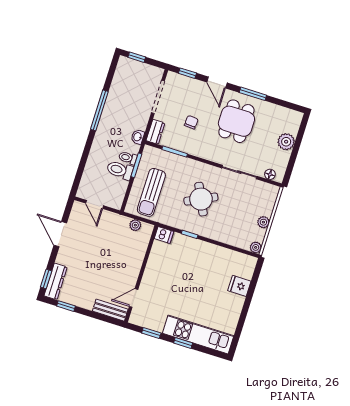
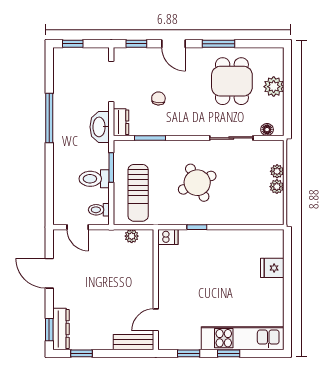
dining table: (236, 121) -> (232, 81), moved
washbasin: (138, 137) -> (100, 127), width x1.91, depth x1.45
toilet: (128, 158) -> (99, 210), moved
plant: (256, 247) -> (277, 171), moved

